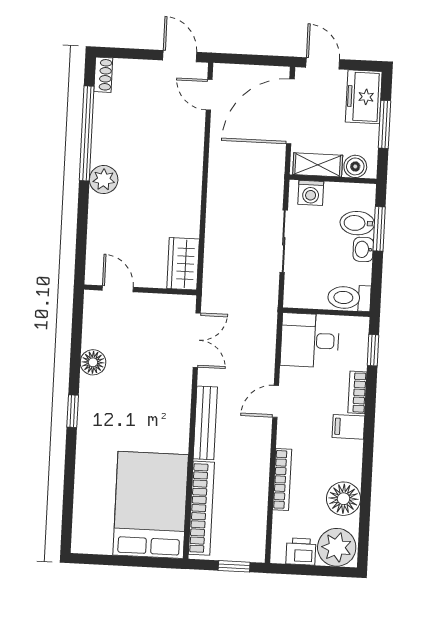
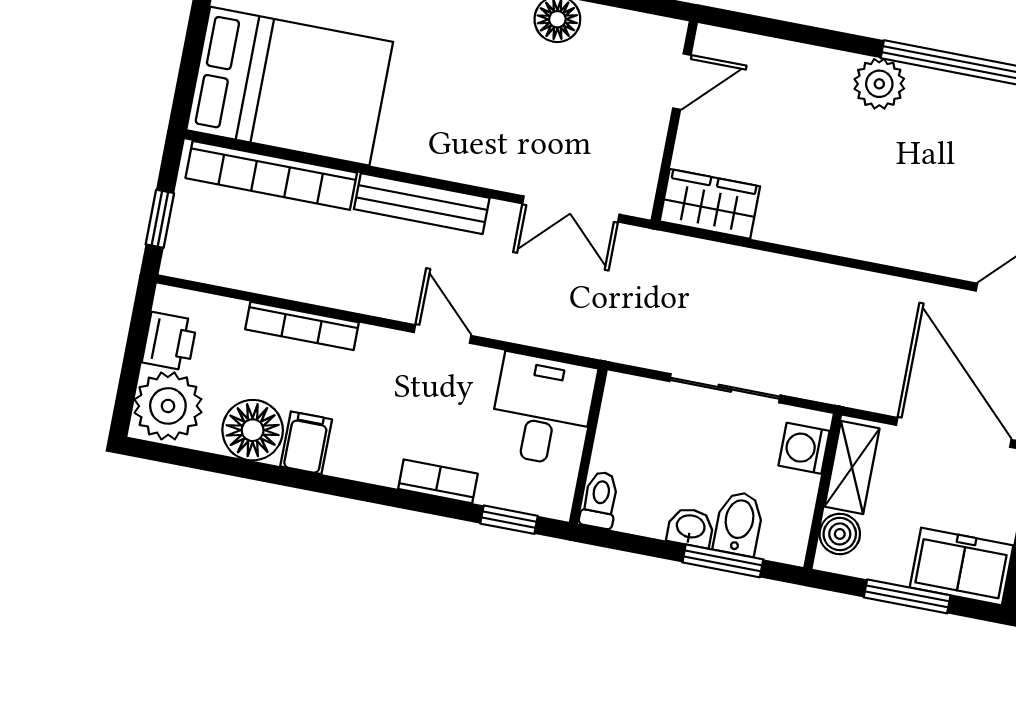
toilet: (349, 298) -> (600, 500), width x0.73, depth x0.72
filing cabinet: (348, 427) -> (306, 443), moved

